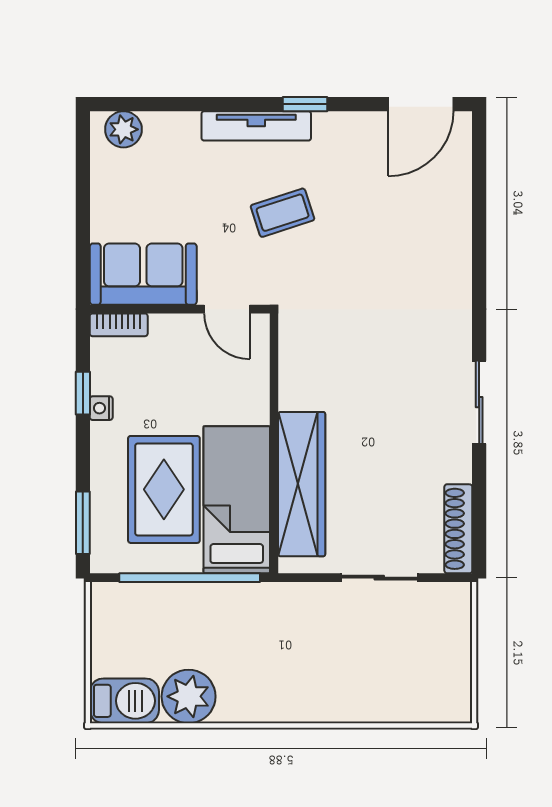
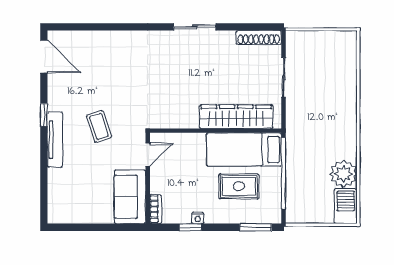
plant: (123, 129) -> (57, 207), removed
rug: (164, 489) -> (239, 186), width x0.73, depth x0.70

